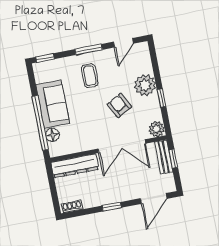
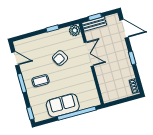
plant: (145, 85) -> (44, 41), removed
floor lamp: (52, 135) -> (84, 104), removed
double door: (122, 146) -> (89, 54), width x0.73
dresser: (75, 166) -> (105, 86), removed

